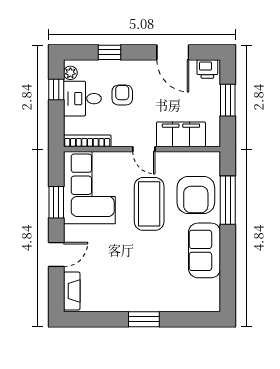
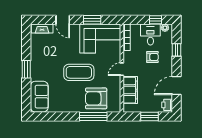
coffee table: (149, 204) -> (79, 72), moved
sofa: (205, 250) -> (39, 97), moved, turned 90

